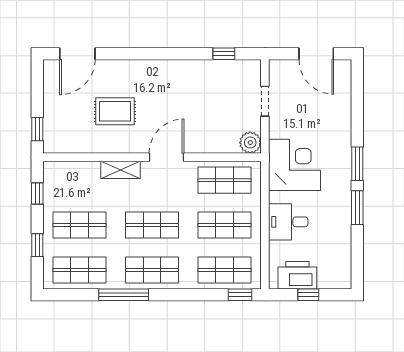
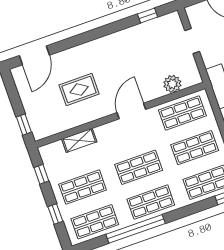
plant: (250, 143) -> (172, 84), moved
shelving: (120, 170) -> (79, 140), moved
window: (124, 295) -> (136, 229), width x1.46

